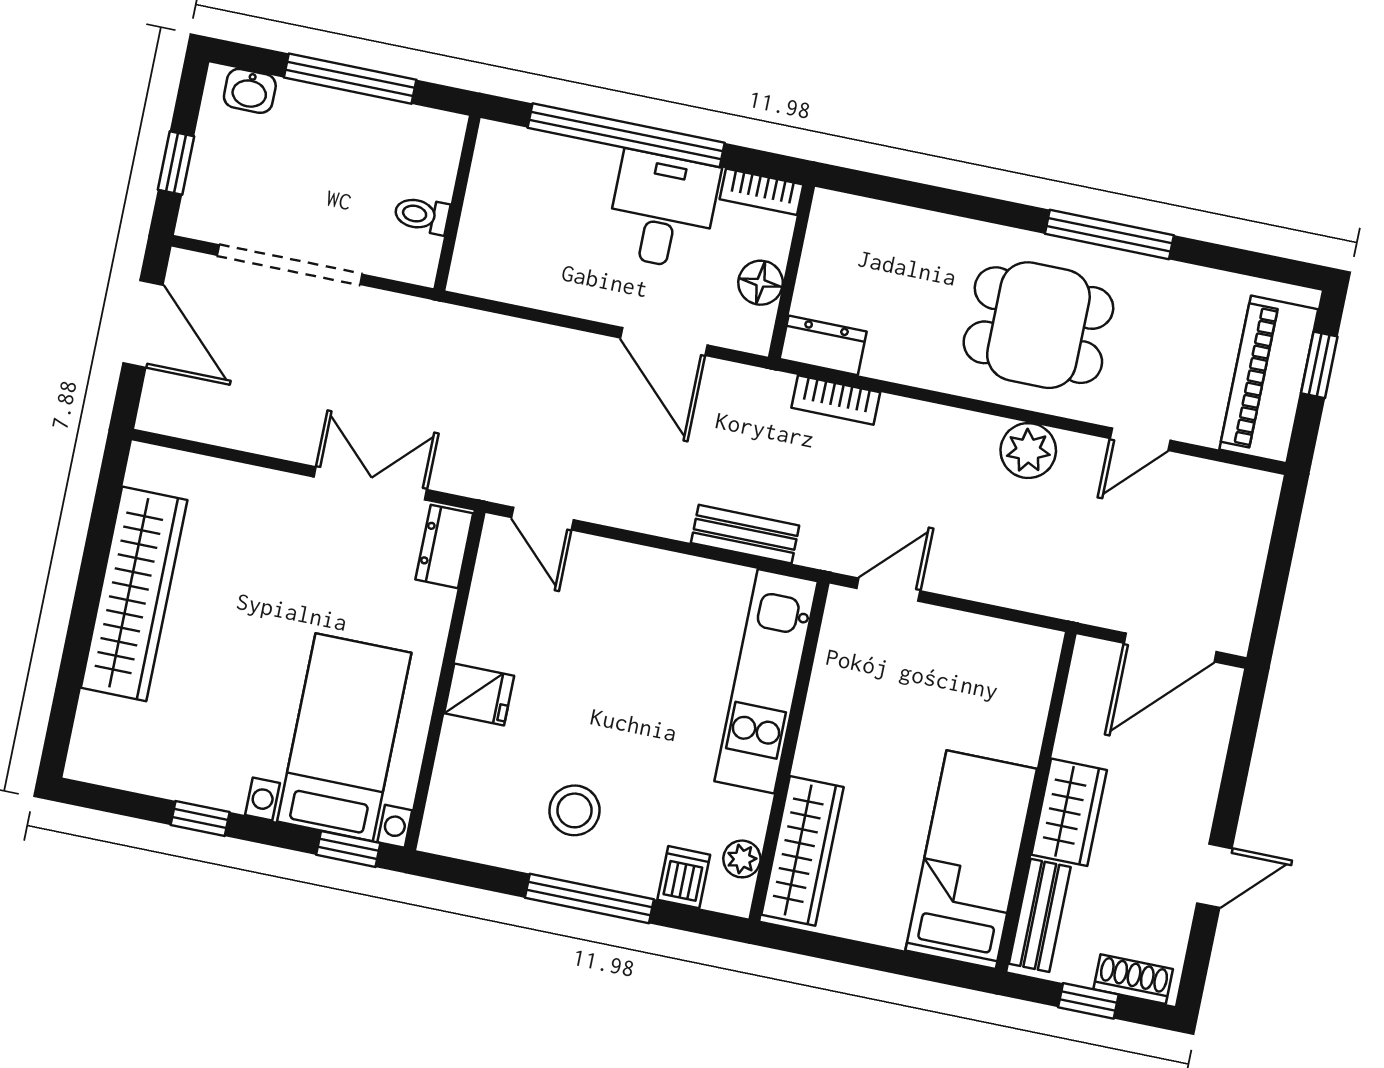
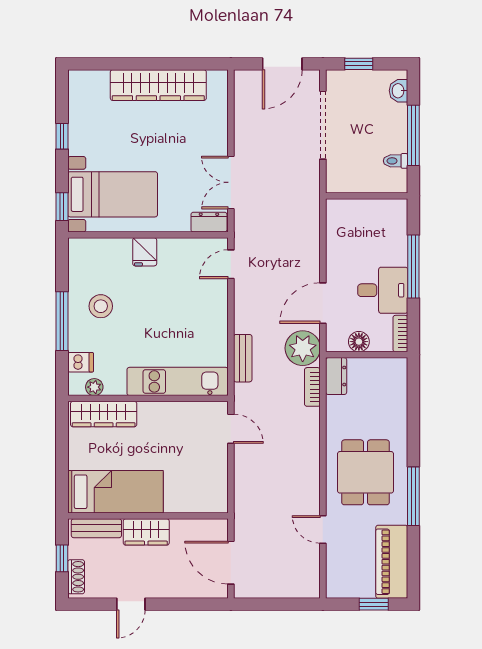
window: (626, 135) -> (413, 267), width x0.68
toilet: (422, 215) -> (395, 161), moved, turned -90
piano: (1269, 379) -> (392, 562), moved, turned -90
plant: (1028, 451) -> (303, 348), moved, width x1.36, depth x1.36
double door: (370, 483) -> (231, 182), swing flipped
door: (1214, 876) -> (131, 604), hinge flipped

